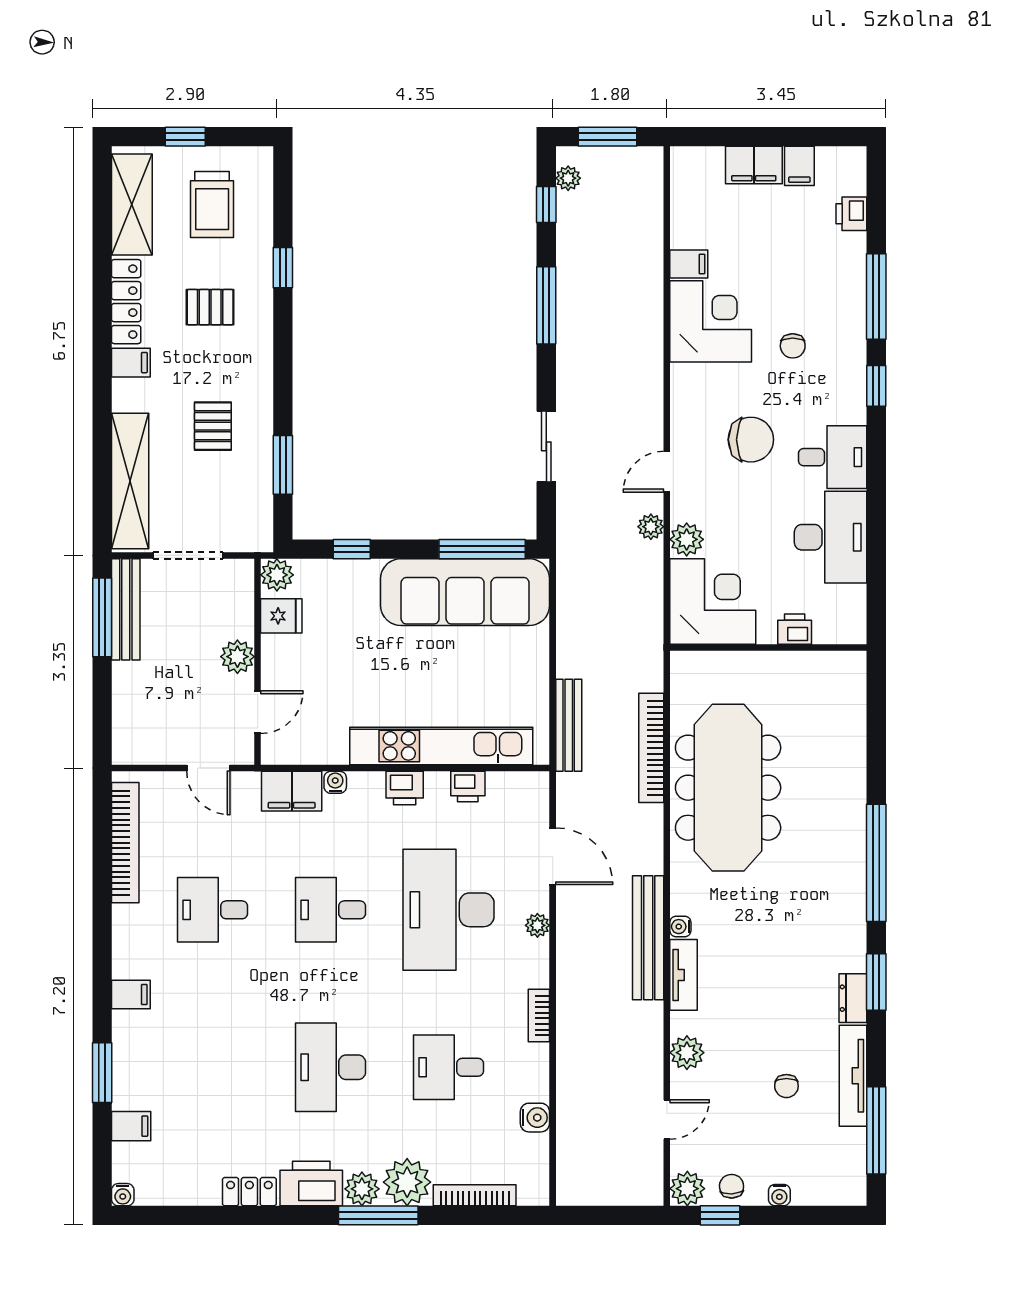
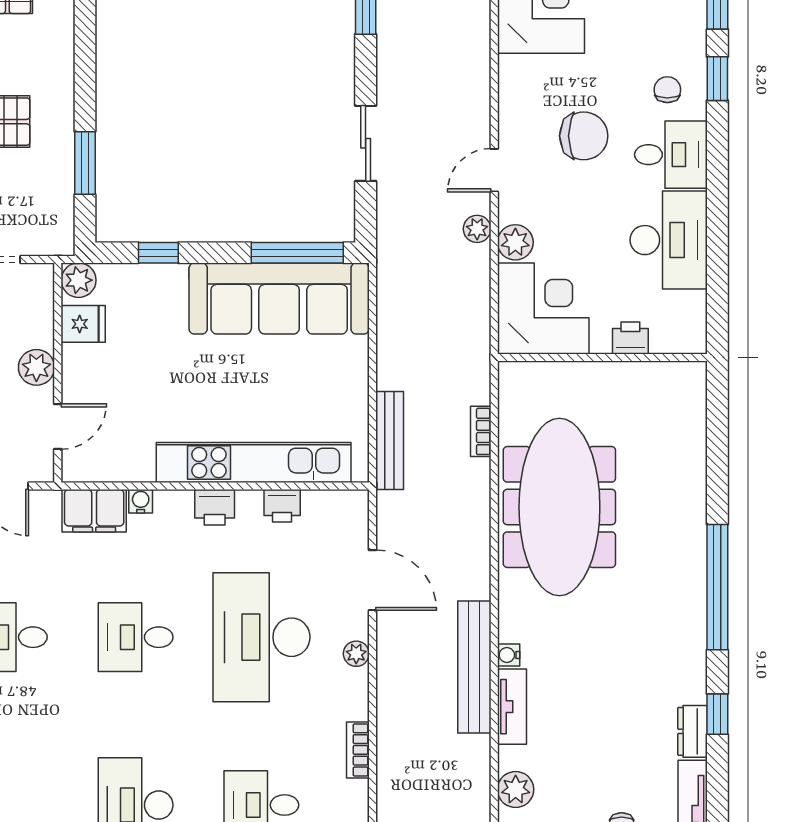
chair: (793, 346) -> (667, 90), moved, turned 180
bookcase: (651, 748) -> (481, 431), width x0.43, depth x0.76
window: (876, 982) -> (717, 714), width x0.67

